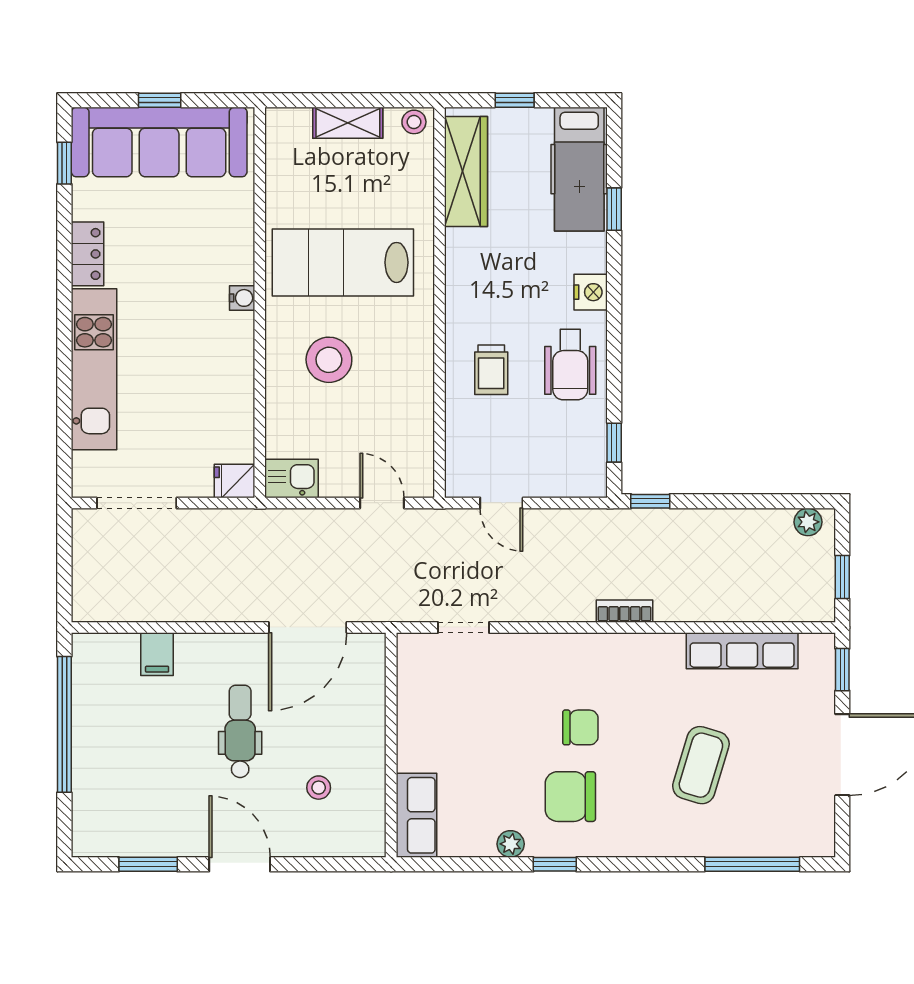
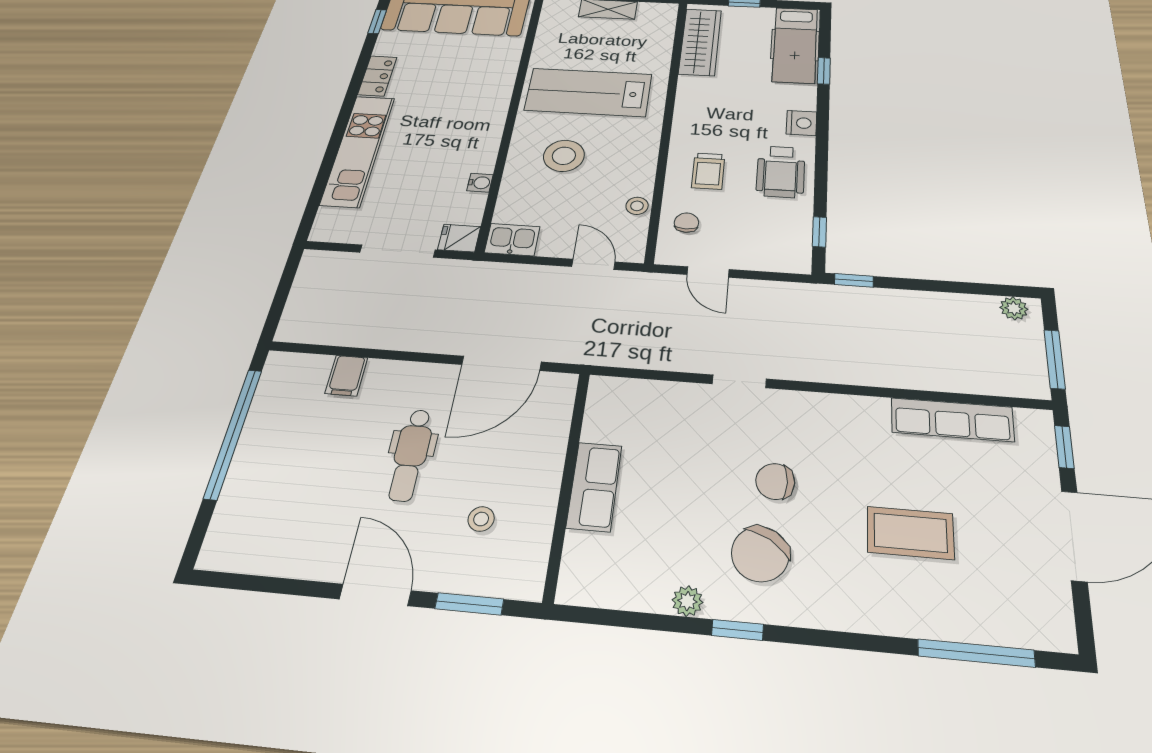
stool: (414, 122) -> (637, 206), moved
water cooler: (242, 298) -> (480, 183), moved
chair: (474, 442) -> (686, 223), added
doorway: (137, 503) -> (397, 251), moved
window: (842, 577) -> (1055, 359), width x1.50
bookcase: (624, 611) -> (826, 373), removed
doorway: (464, 627) -> (739, 381), moved
chair: (580, 727) -> (775, 481), turned 180
dental chair: (240, 731) -> (411, 455), turned 180
coffee table: (701, 765) -> (910, 533), turned 73
chair: (570, 797) -> (760, 554), turned -59
row of seats: (416, 815) -> (594, 486), moved
window: (148, 864) -> (469, 604), moved

